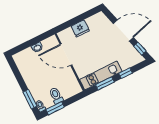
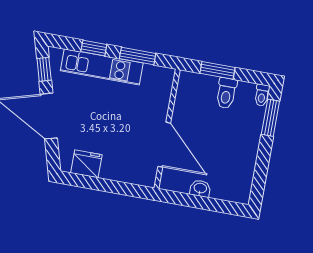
fridge: (80, 28) -> (86, 164), moved
kitchen unit: (101, 75) -> (102, 67), moved
window: (55, 108) -> (217, 70), moved

